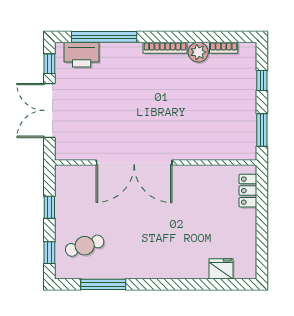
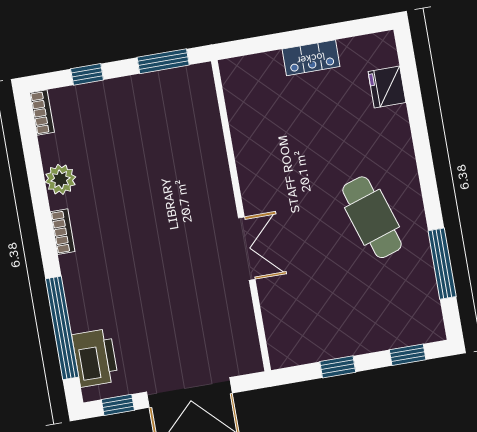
bookcase: (165, 48) -> (63, 232), width x0.64
bookcase: (224, 48) -> (42, 112), moved
double door: (134, 162) -> (247, 249), width x0.54
locker: (248, 191) -> (311, 58), moved
cafe table: (85, 246) -> (372, 217), moved, width x1.37, depth x1.35

